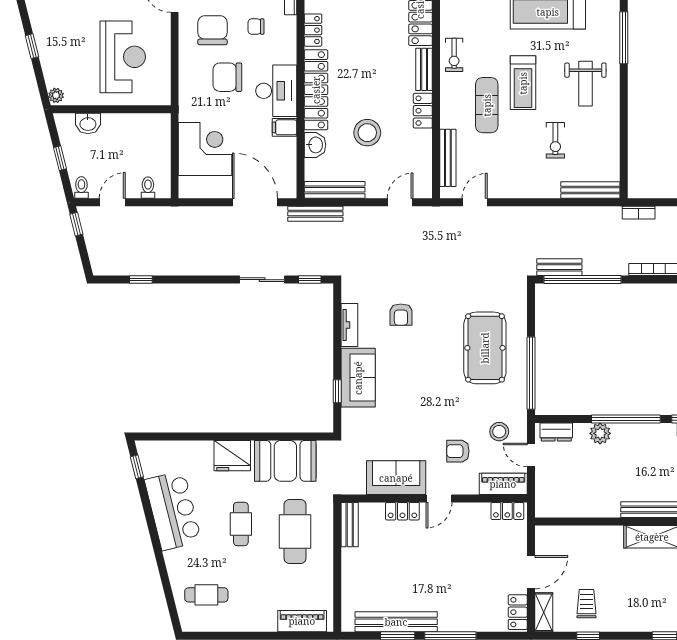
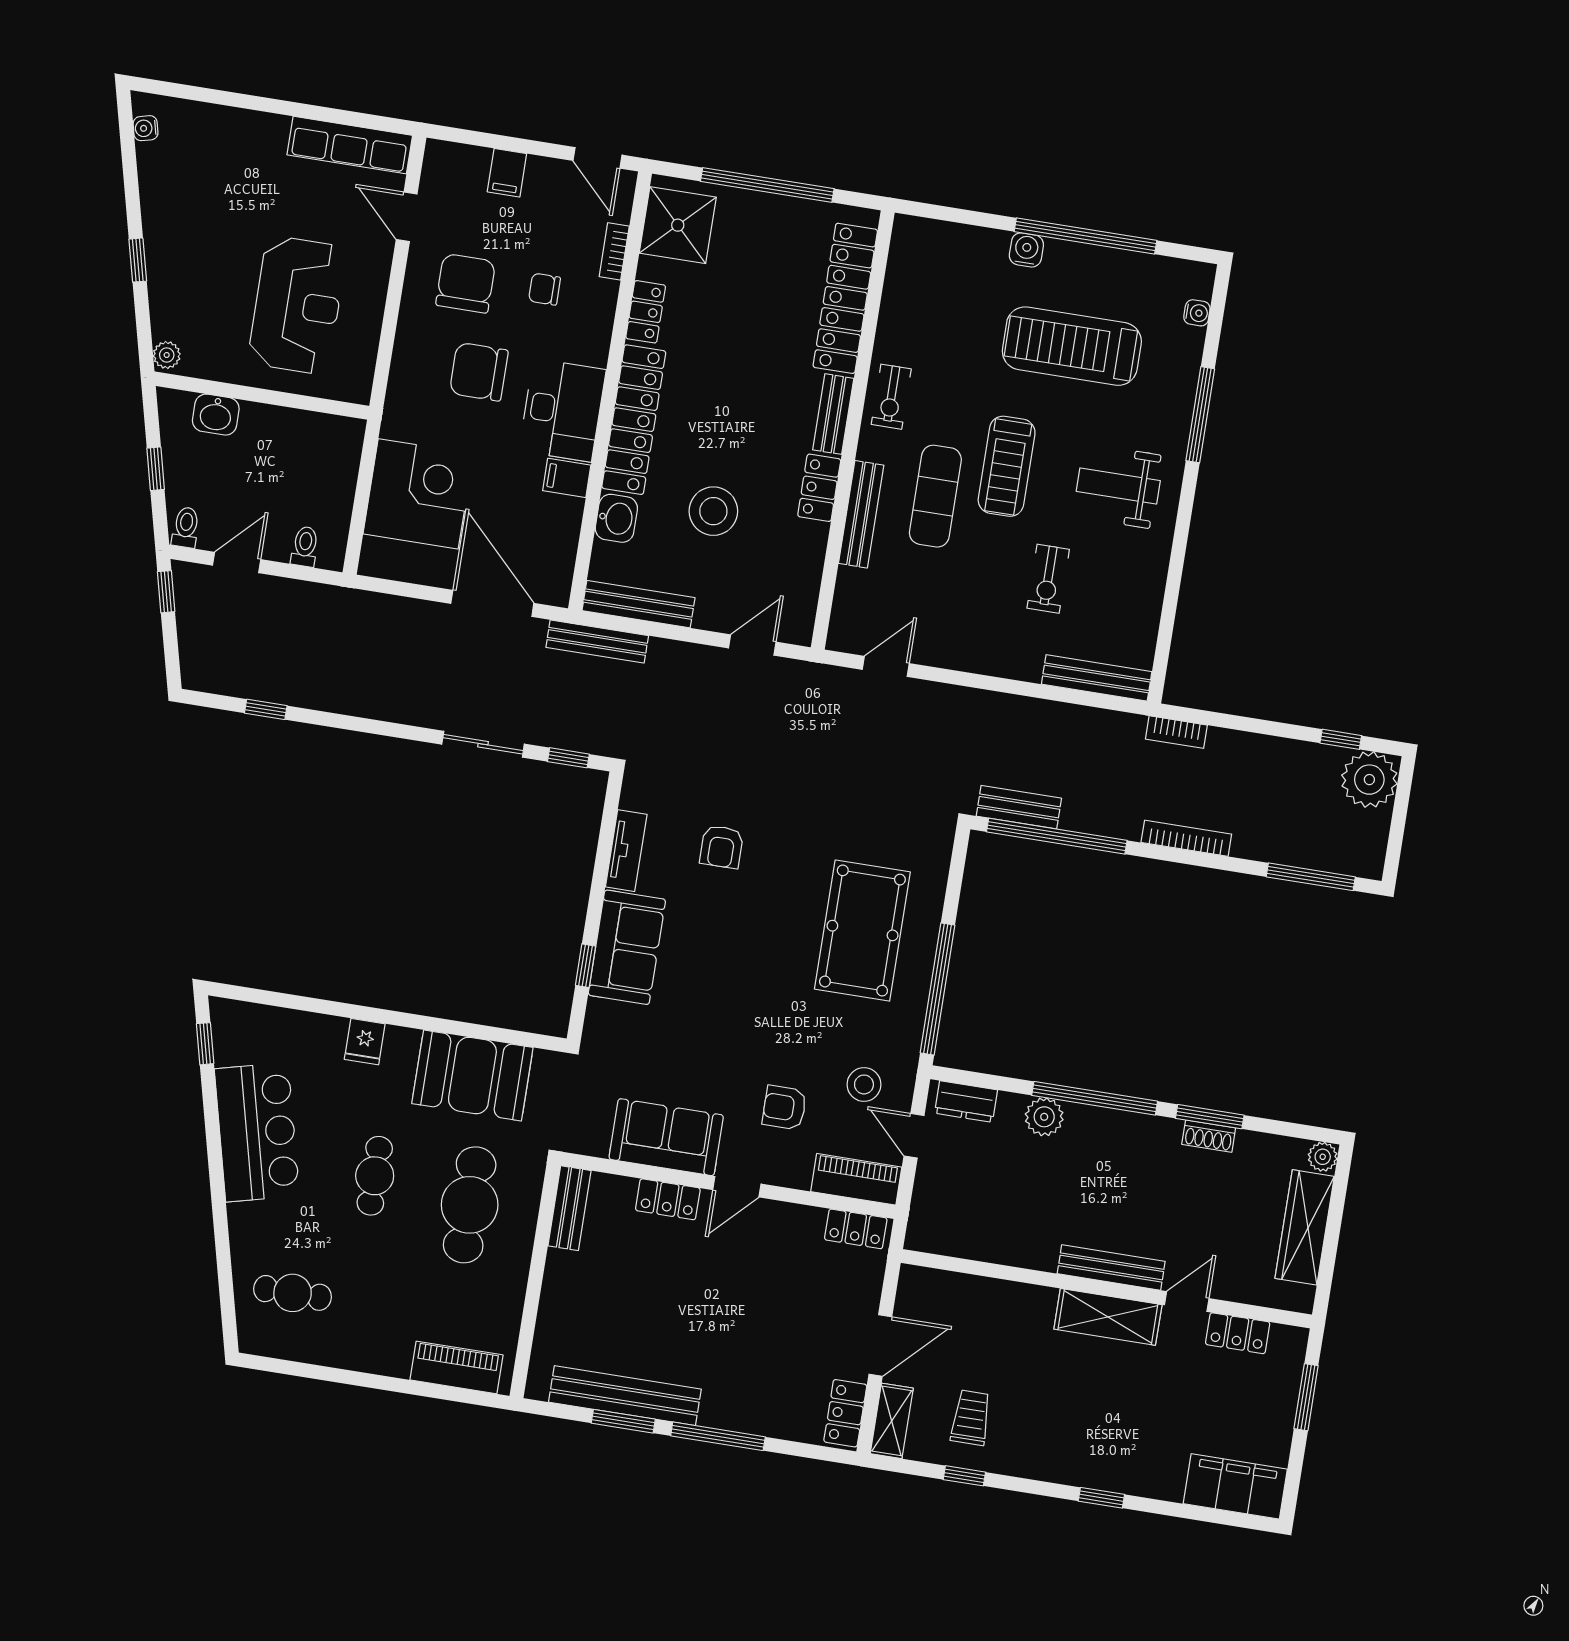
weight bench: (585, 84) -> (1118, 486), turned 90
bench: (448, 158) -> (861, 514), moved
fridge: (232, 456) -> (365, 1042), width x0.53, depth x0.75

